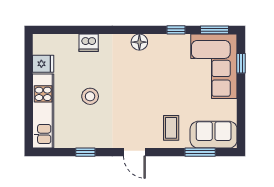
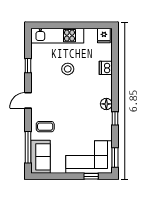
window: (176, 30) -> (115, 118), moved
fridge: (43, 64) -> (104, 36), moved
window: (200, 152) -> (28, 147), width x1.44

